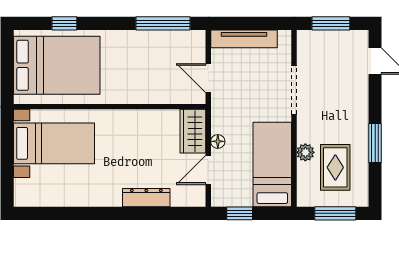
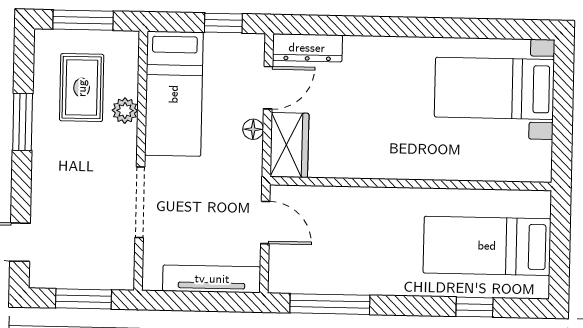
bed: (57, 65) -> (487, 246), width x0.67
bed with nightstands: (54, 143) -> (494, 88), moved
dresser: (146, 198) -> (307, 48), moved

